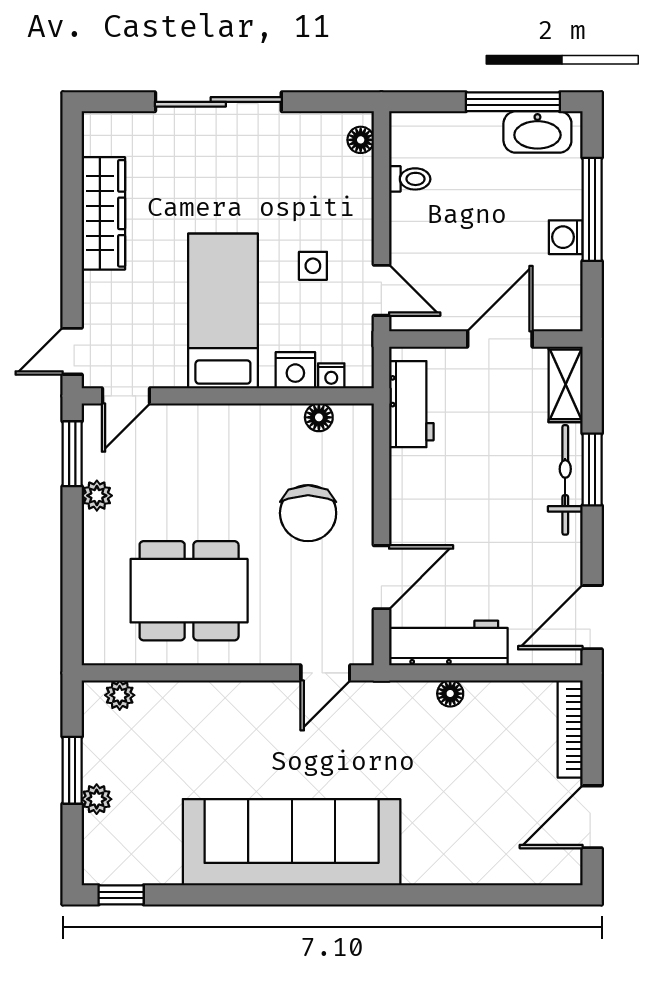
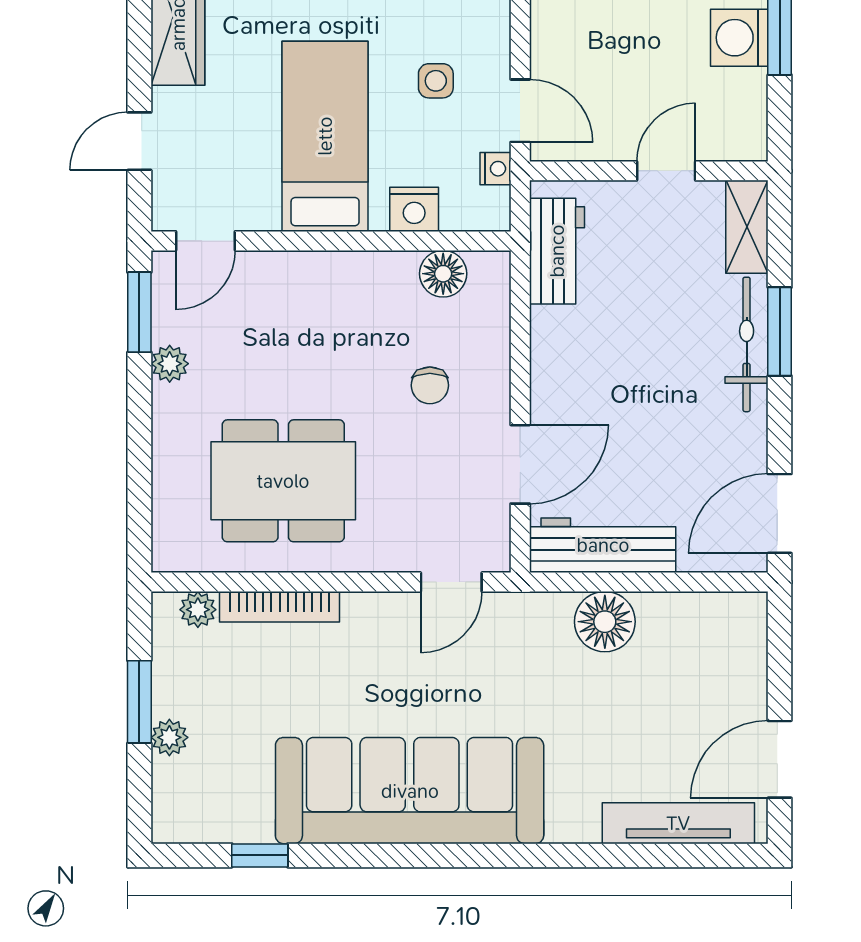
washing machine: (566, 237) -> (739, 38), width x1.38, depth x1.38
door: (500, 339) -> (666, 171), width x0.73
door: (72, 351) -> (139, 141), moved
nightstand: (331, 376) -> (496, 169), moved, turned -90
floor lamp: (319, 417) -> (443, 274), width x1.37, depth x1.37
chair: (308, 513) -> (430, 385), width x0.54, depth x0.54
floor lamp: (450, 694) -> (605, 622), width x1.89, depth x1.89
bookcase: (570, 729) -> (280, 607), moved, turned -90
tv unit: (510, 869) -> (678, 823), added
window: (121, 895) -> (260, 855), moved

